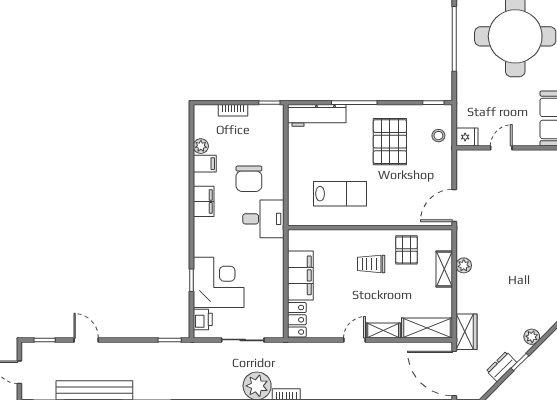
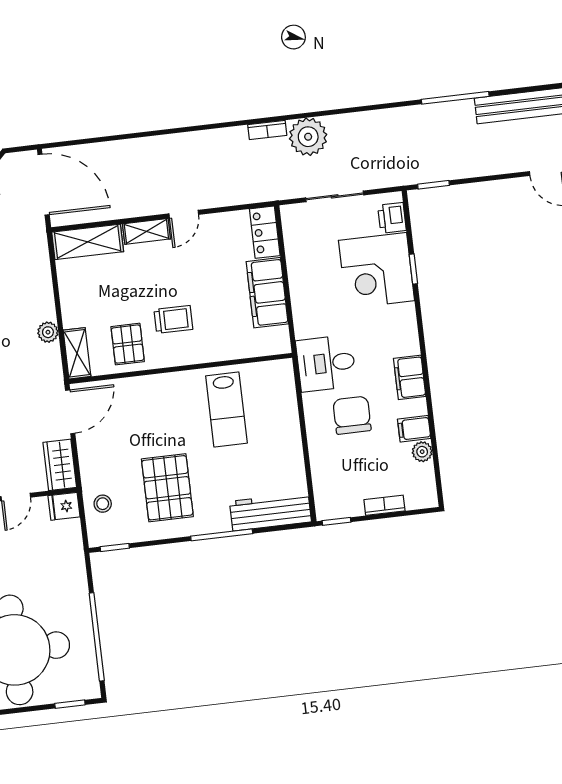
lab bench: (340, 194) -> (226, 409), turned -90
shelving: (444, 269) -> (77, 353), moved
wardrobe: (466, 332) -> (60, 465), moved

